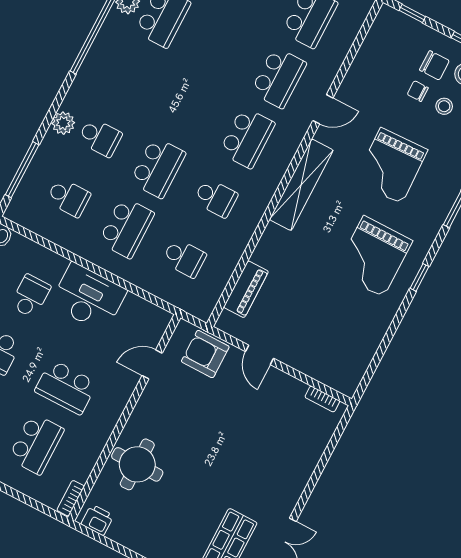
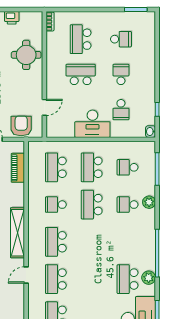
school desk: (184, 258) -> (56, 167), width x1.85
armchair: (205, 354) -> (21, 126), turned -90
printer: (97, 520) -> (12, 18), moved

